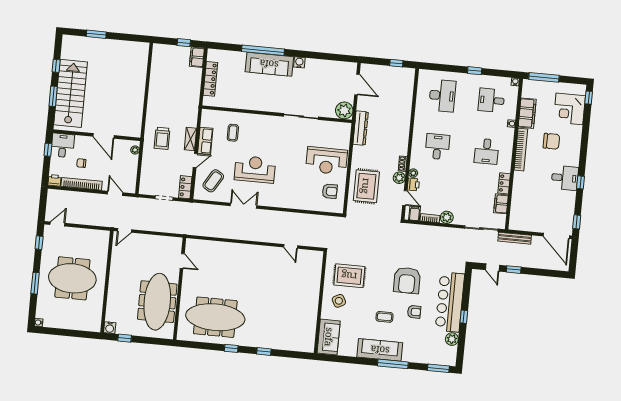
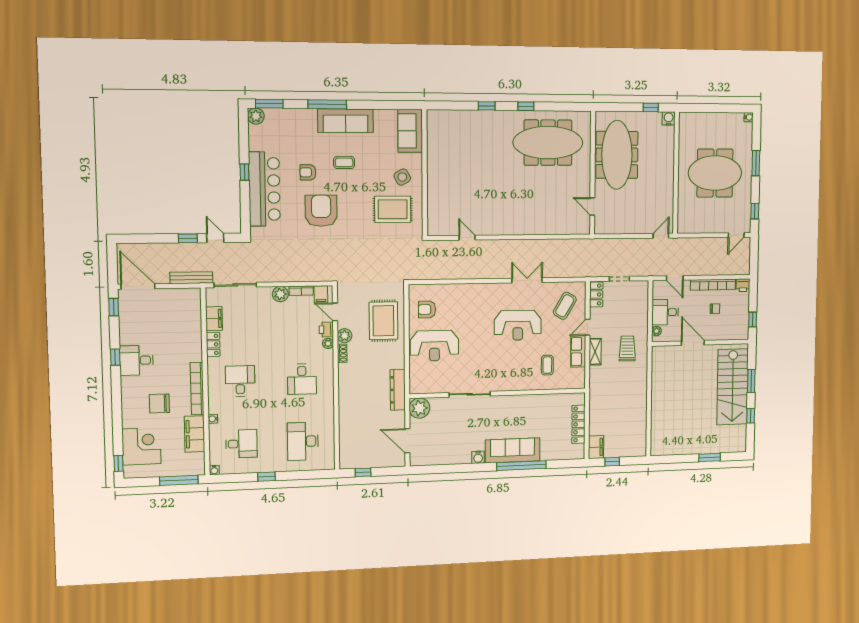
desk: (63, 145) -> (665, 312), moved, turned 90
reception desk: (327, 161) -> (434, 346), turned 180
double door: (244, 206) -> (527, 280), swing flipped
plant: (452, 339) -> (256, 116), moved

